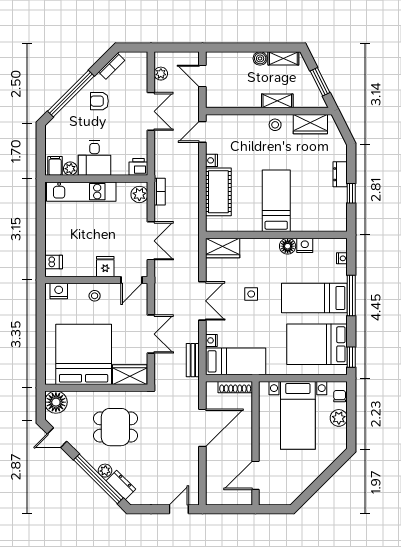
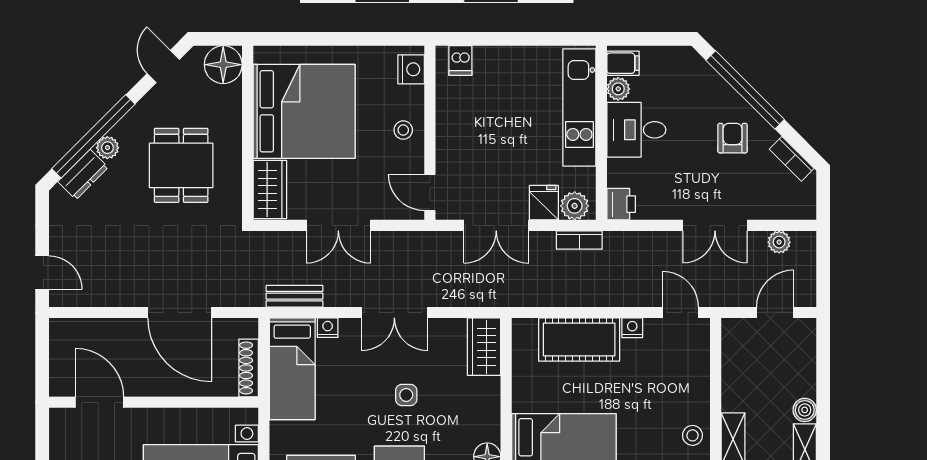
fridge: (105, 267) -> (544, 203), moved, turned -90

